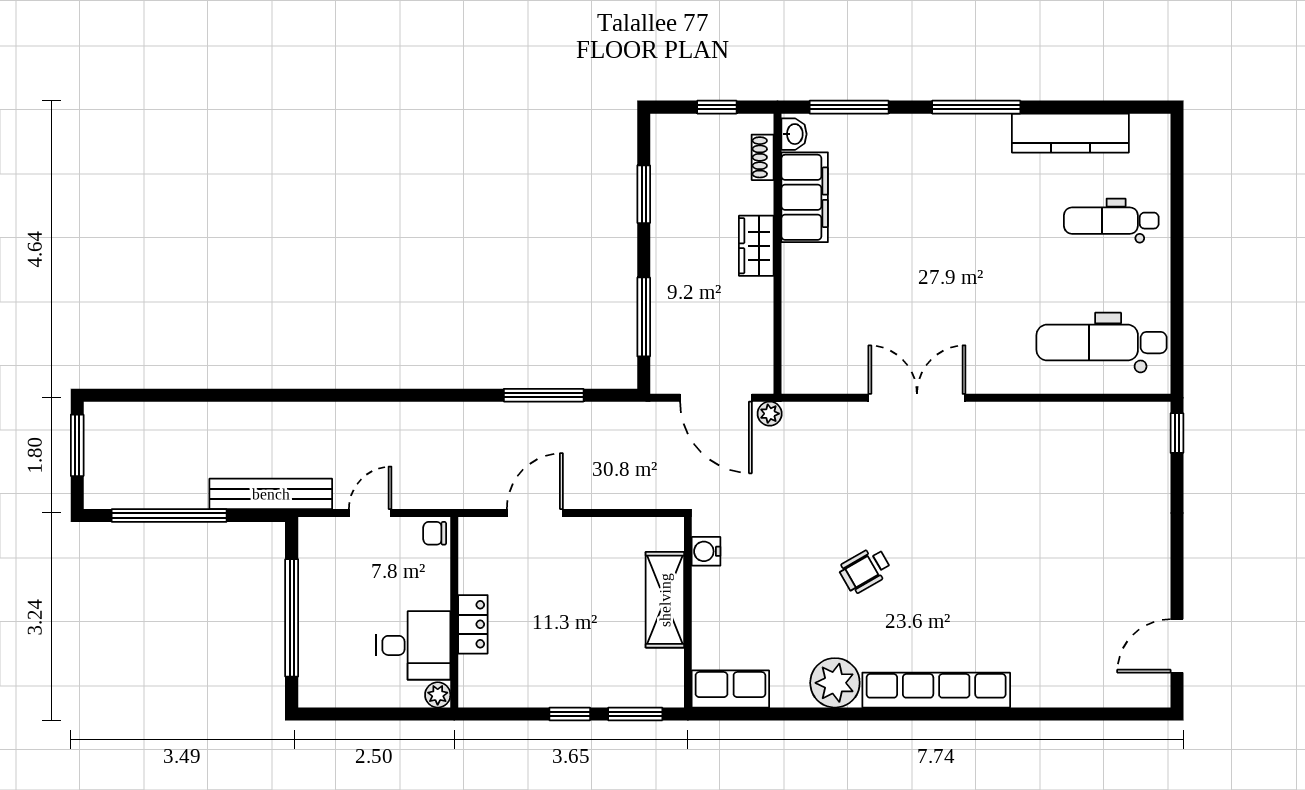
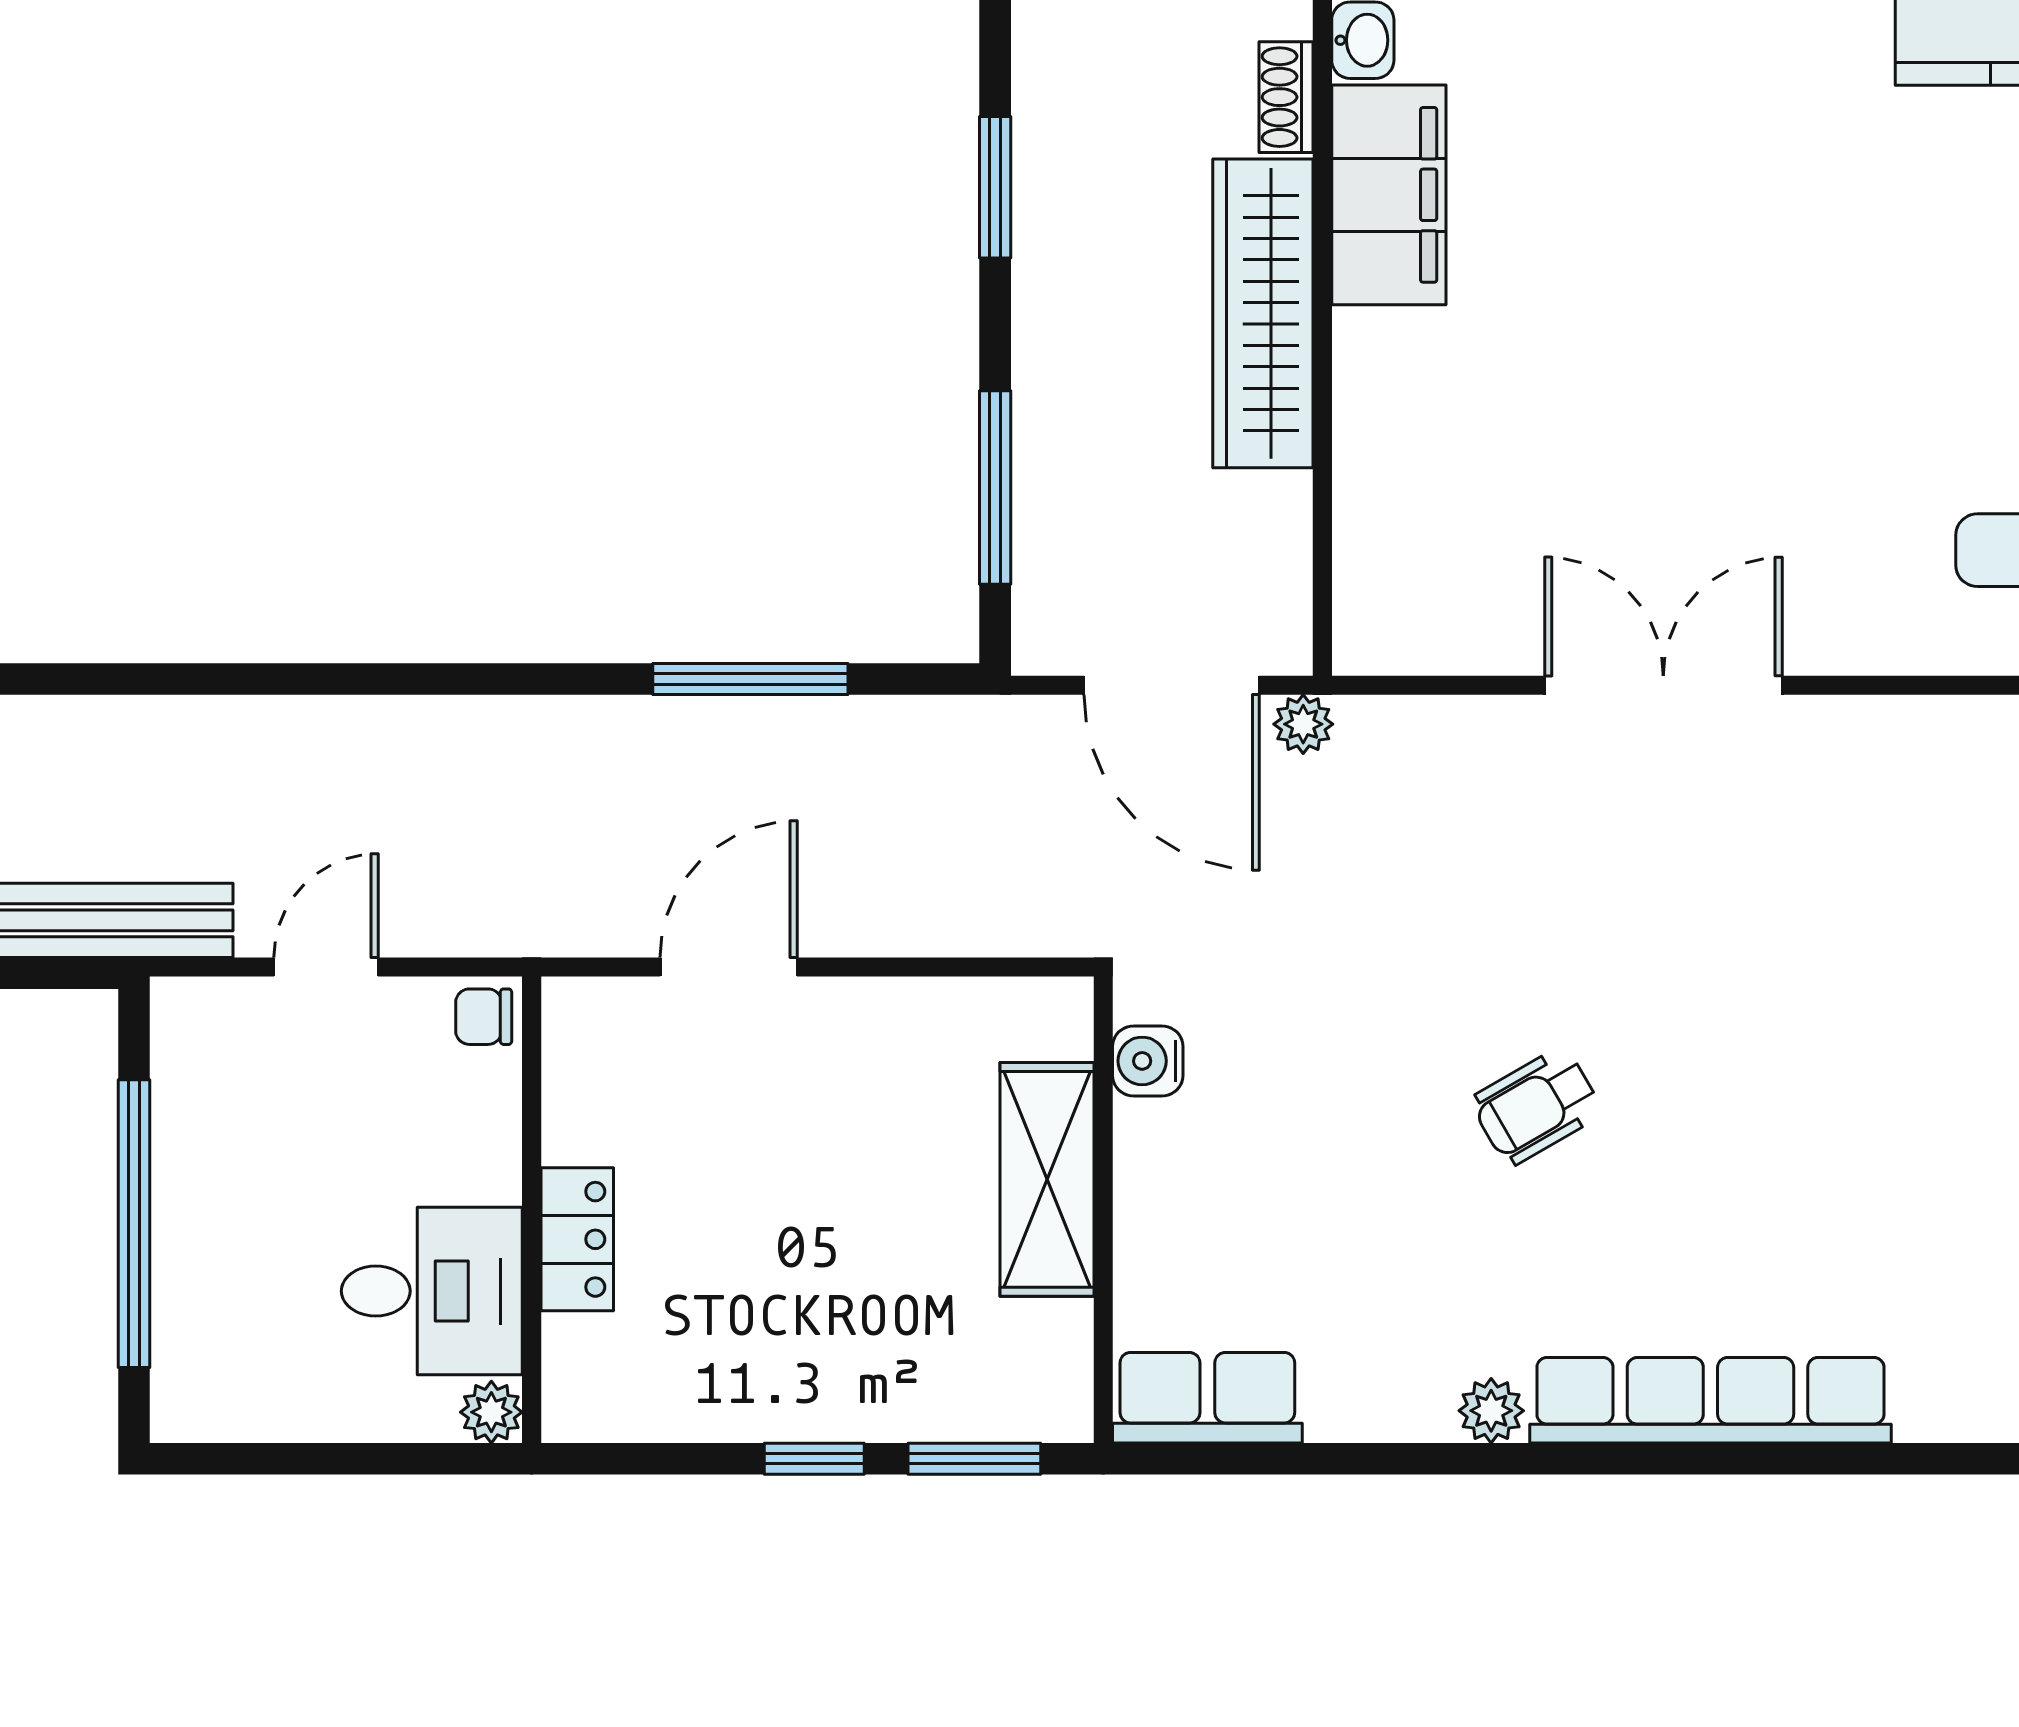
wardrobe: (756, 246) -> (1263, 313), width x2.10, depth x1.17
plant: (835, 683) -> (1491, 1411), width x0.53, depth x0.53

